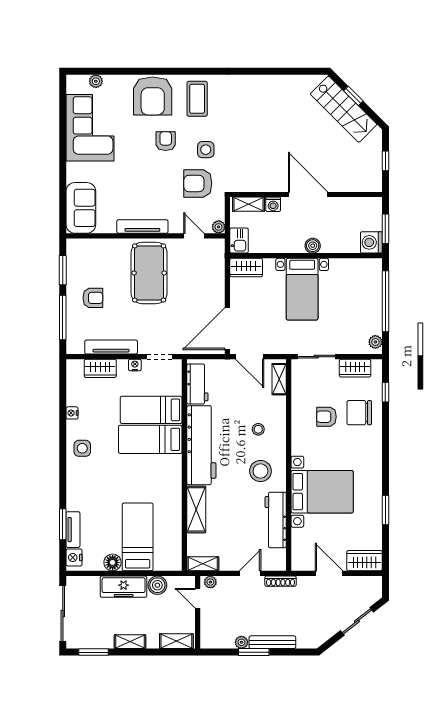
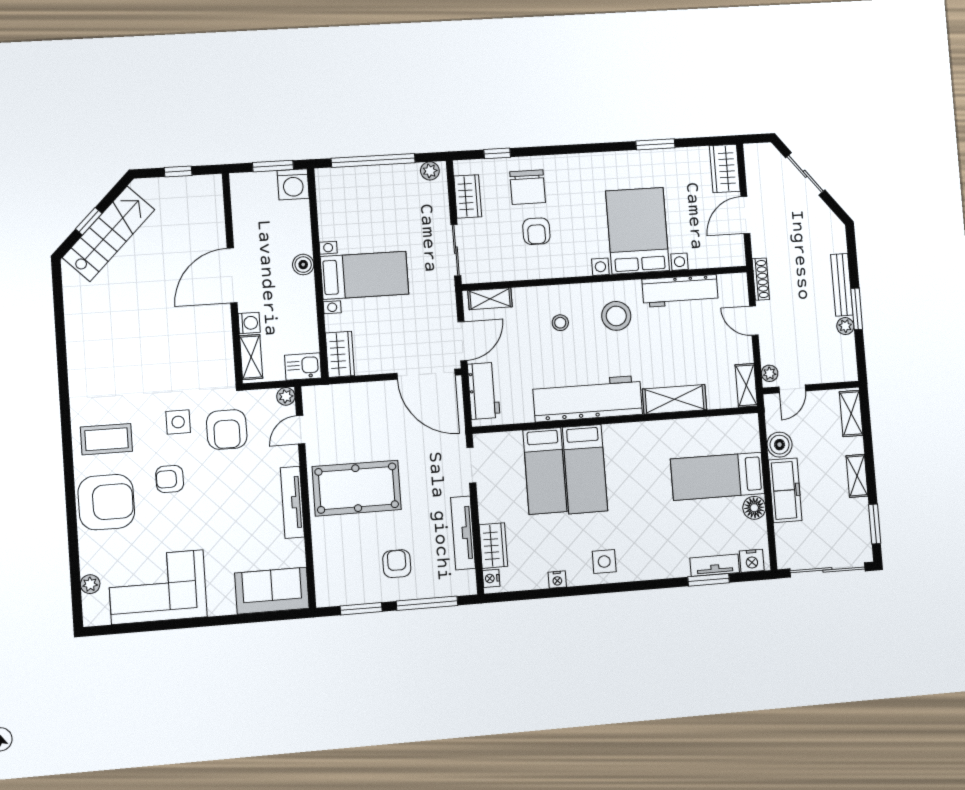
nightstand: (135, 365) -> (491, 578), moved
workbench: (197, 384) -> (484, 391), moved, turned 90

